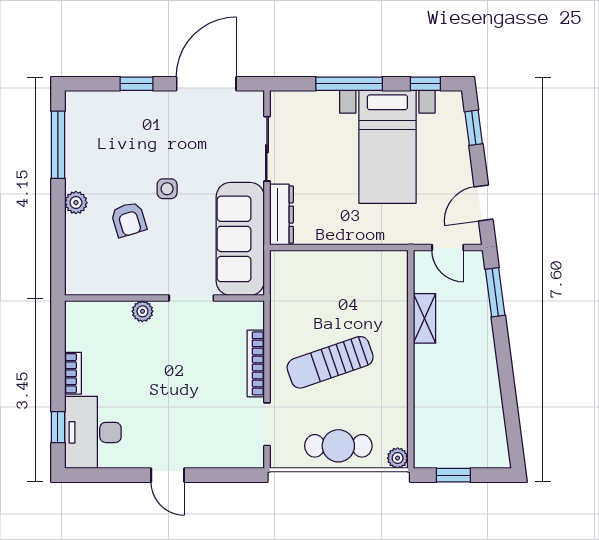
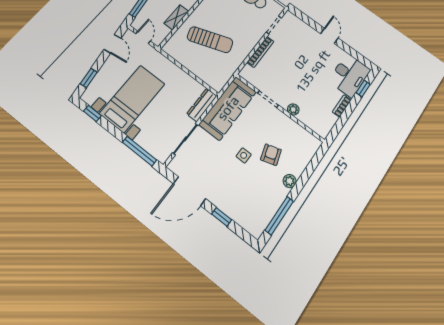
window: (349, 84) -> (139, 151), moved
door: (484, 203) -> (112, 44), hinge flipped
sun lounger: (330, 362) -> (210, 40), moved

